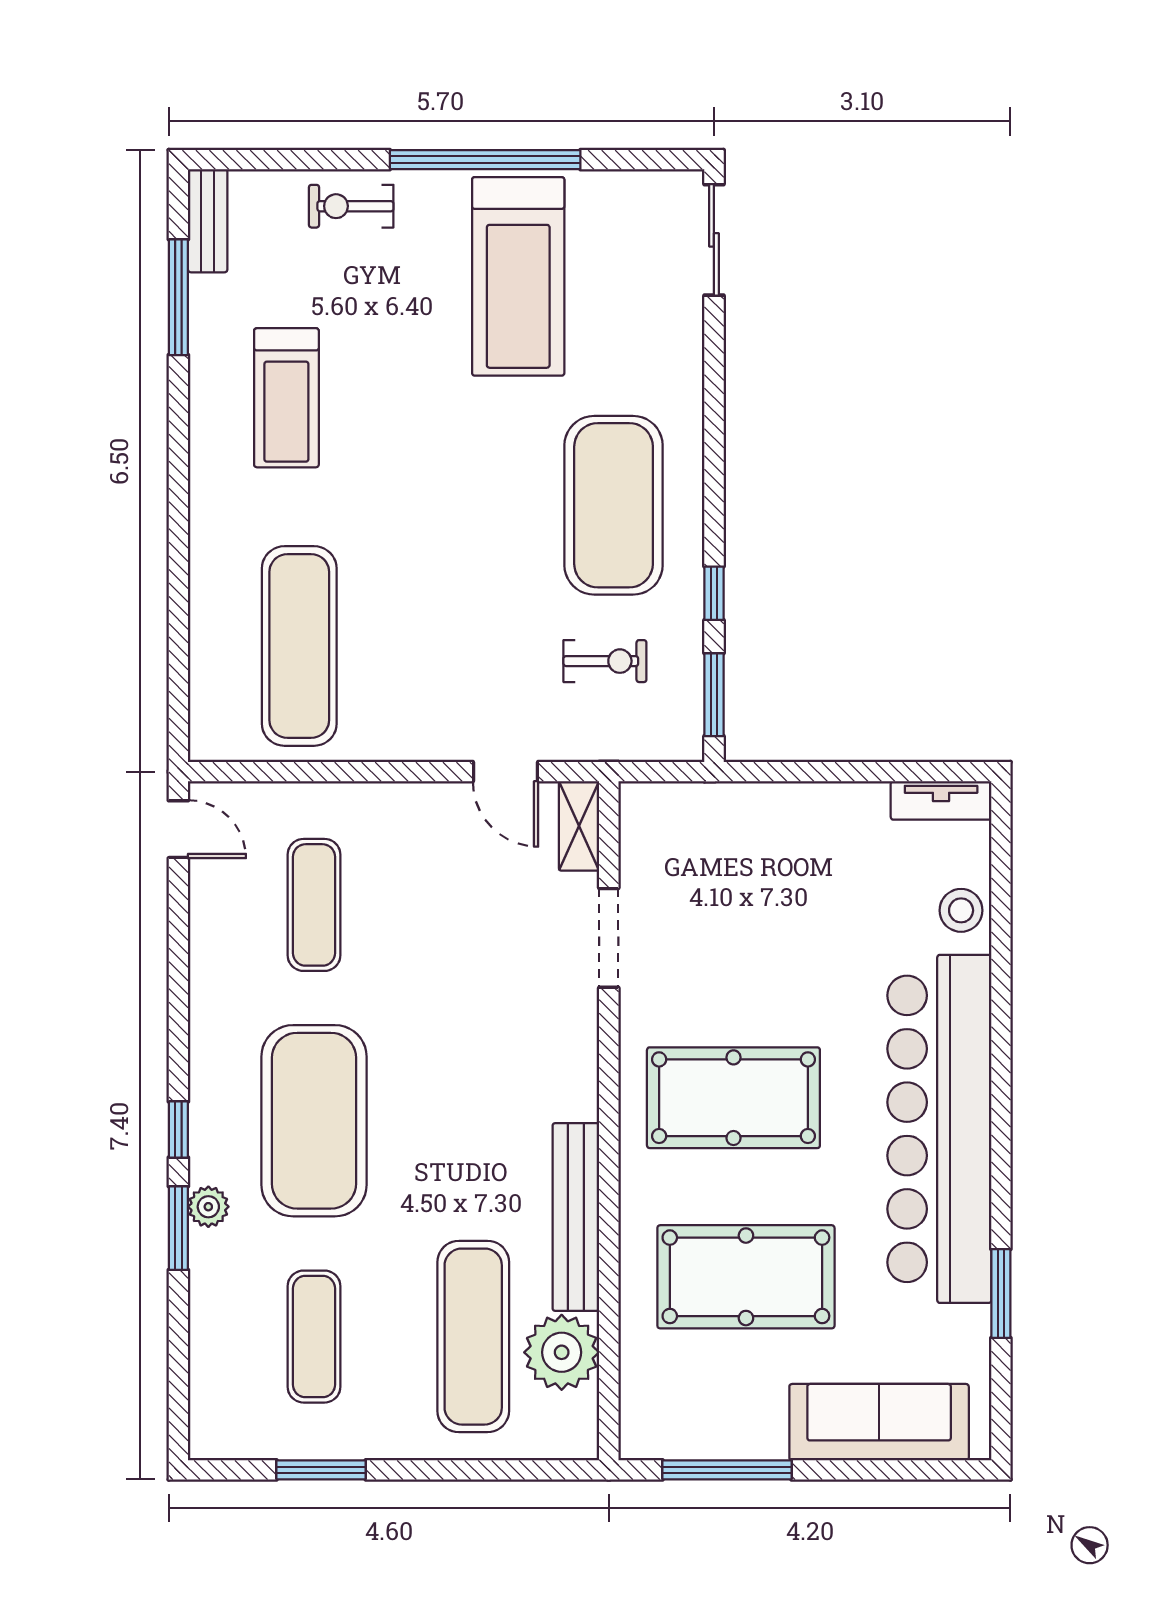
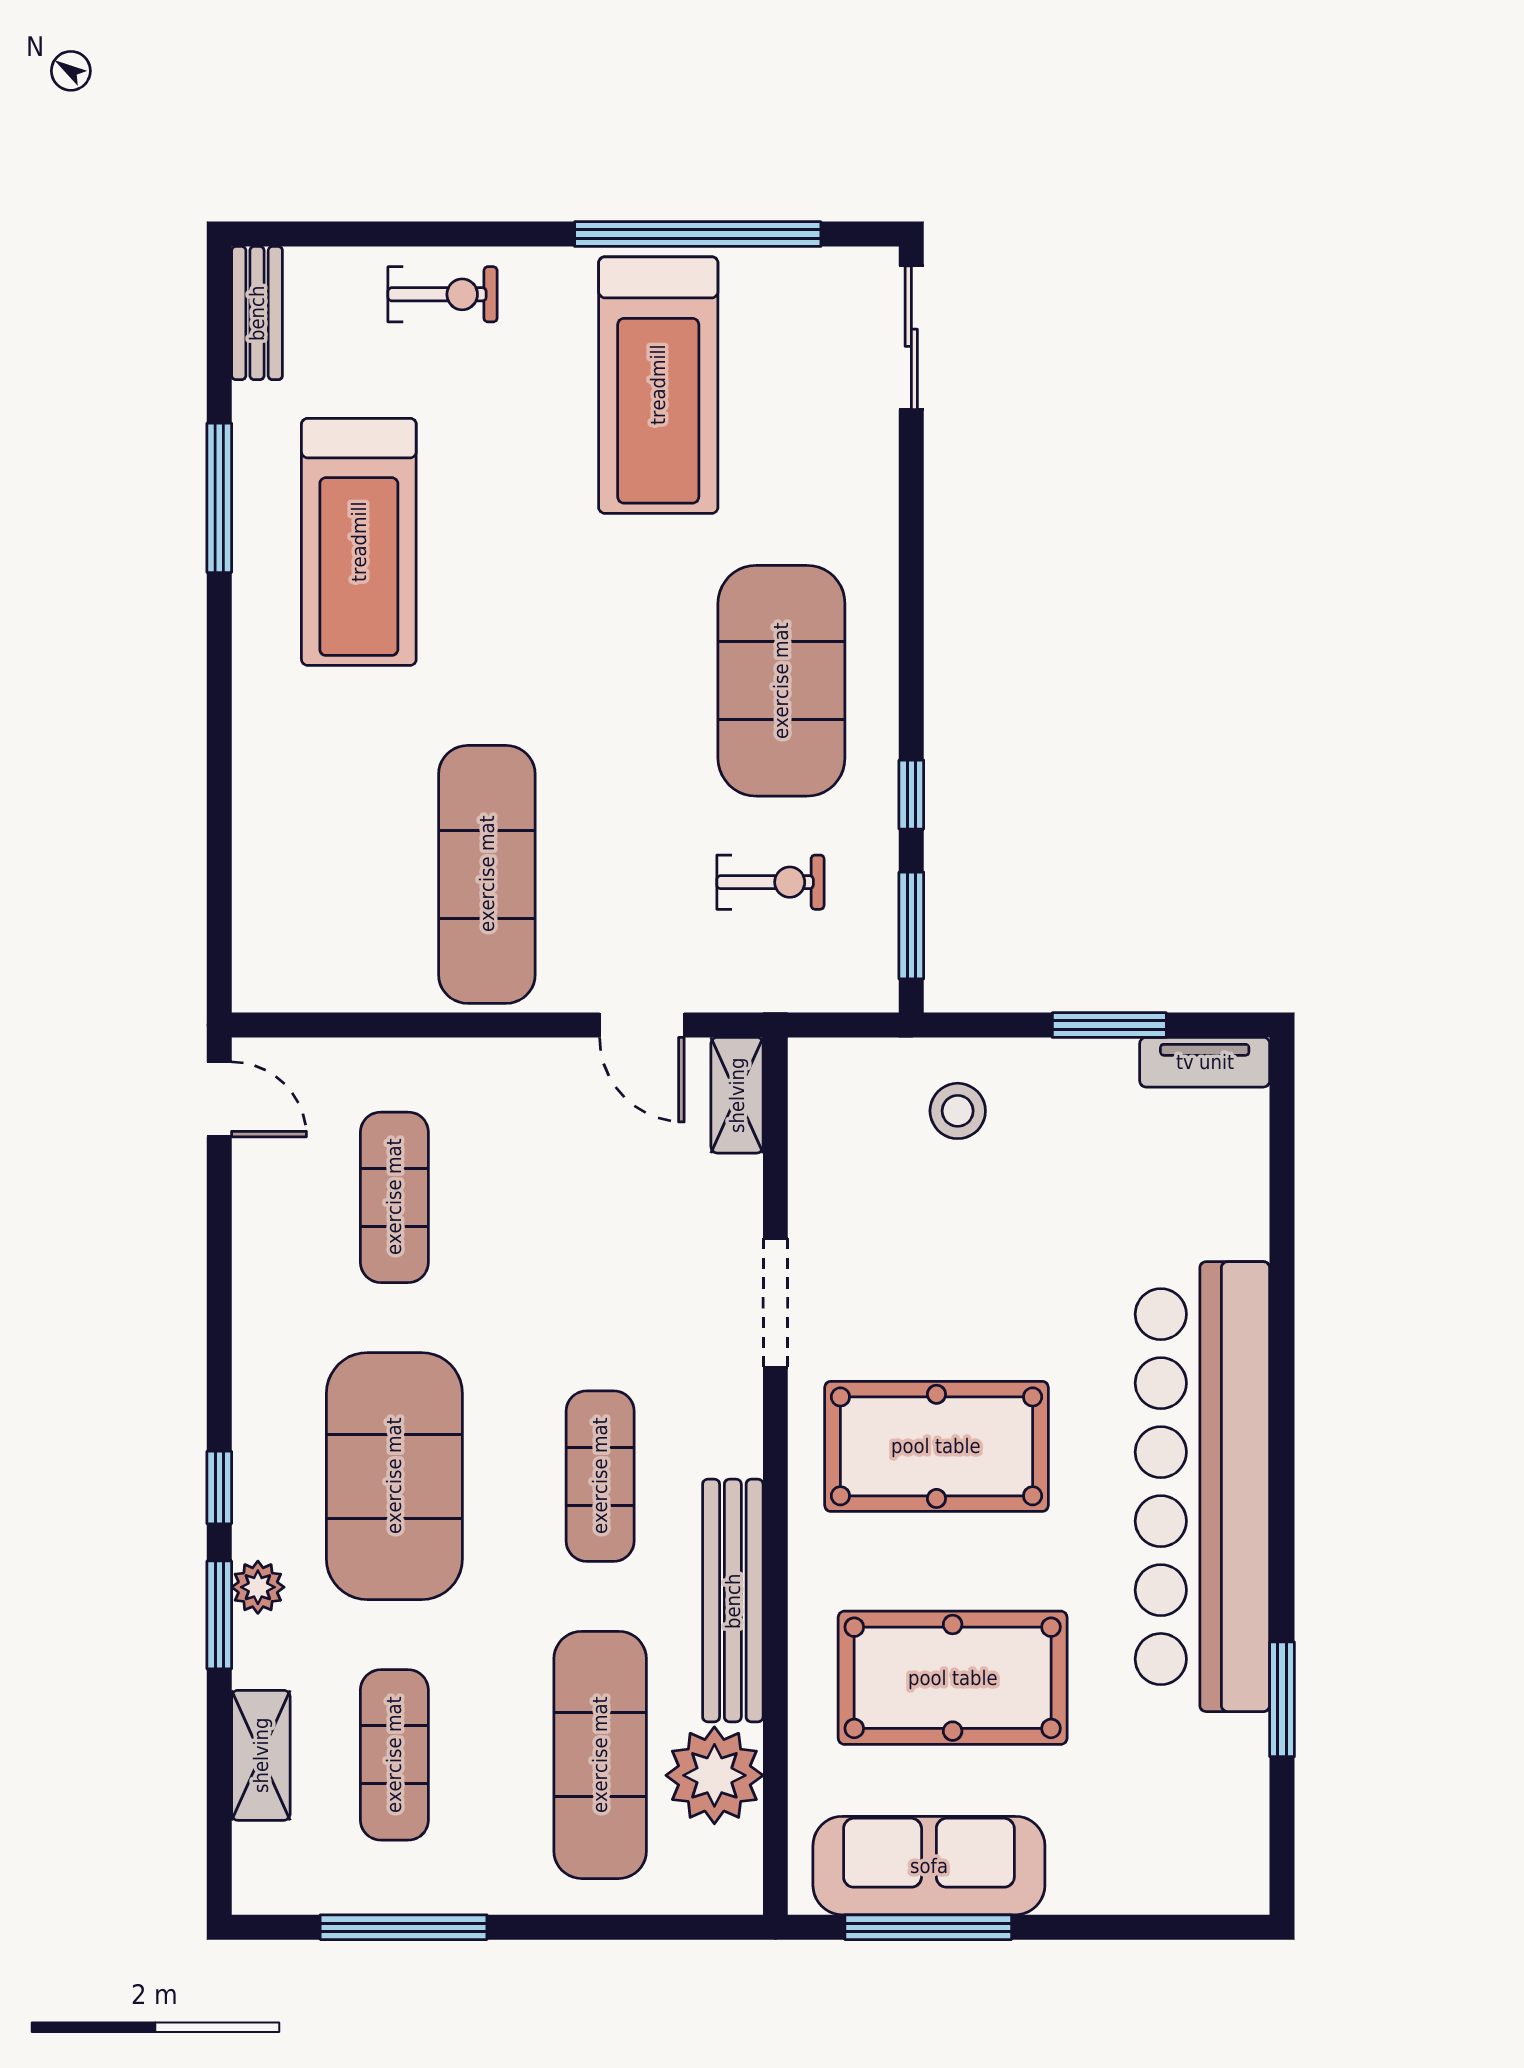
window: (485, 160) -> (698, 234), moved
exercise bike: (351, 206) -> (443, 294), turned 180
window: (178, 297) -> (219, 498), moved
treadmill: (286, 398) -> (359, 542), width x1.37, depth x1.38
exercise mat: (299, 646) -> (487, 874), moved
window: (867, 772) -> (1109, 1025), added
stool: (961, 910) -> (958, 1111), moved
doorway: (609, 938) -> (775, 1303), moved
exercise mat: (473, 1121) -> (600, 1476), added
shelving: (211, 1337) -> (261, 1755), added
sofa: (879, 1422) -> (929, 1866), moved
window: (321, 1470) -> (404, 1927), width x1.44

